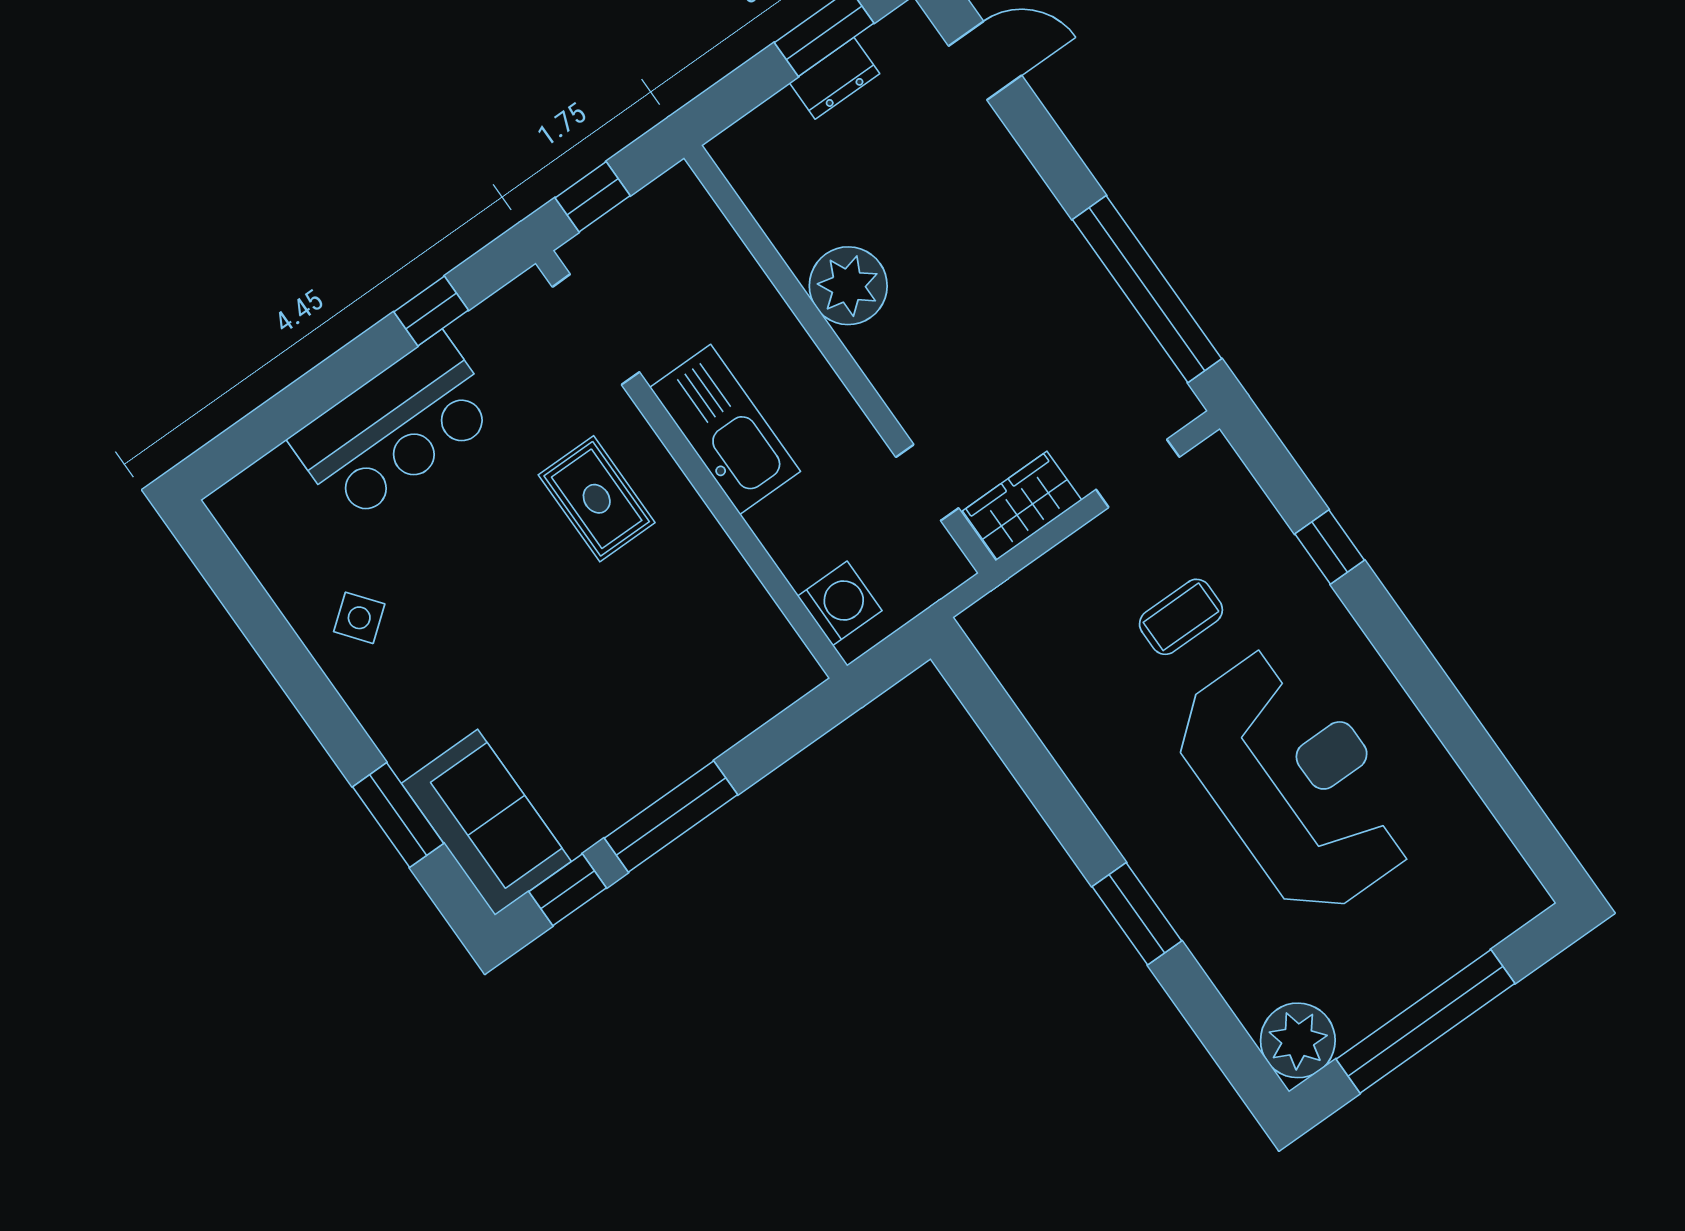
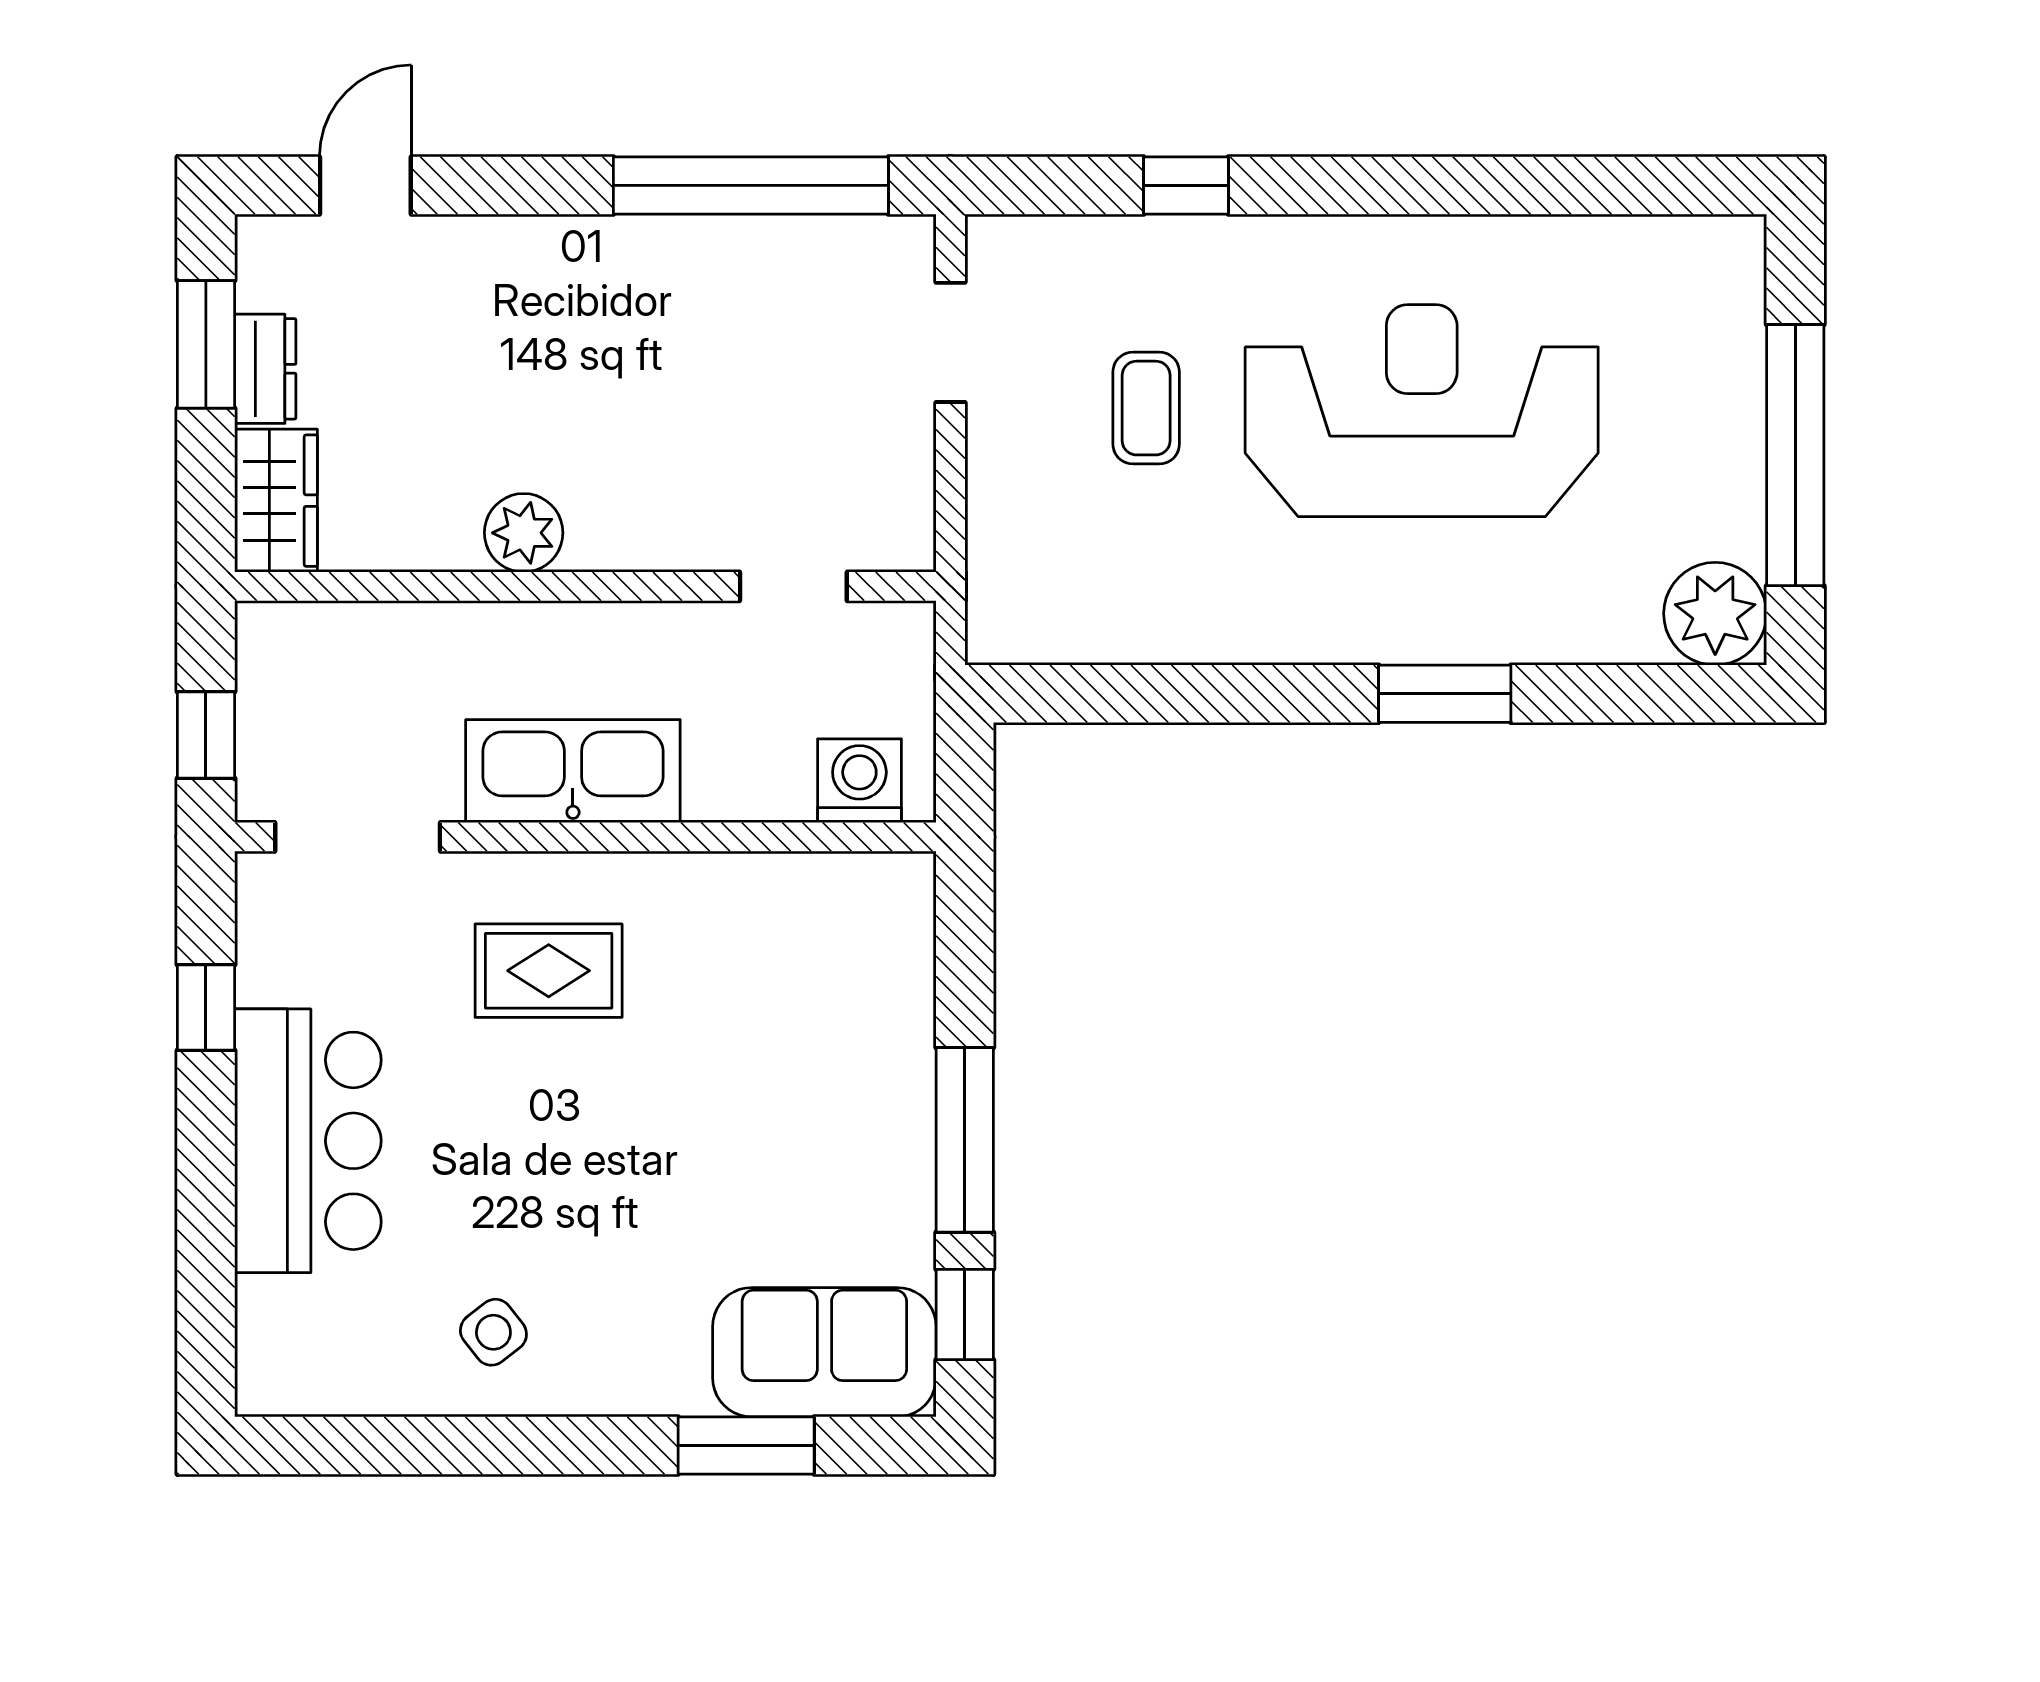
plant: (848, 286) -> (524, 533), width x0.73, depth x0.73
wardrobe: (1022, 506) -> (276, 501), moved, turned 180

